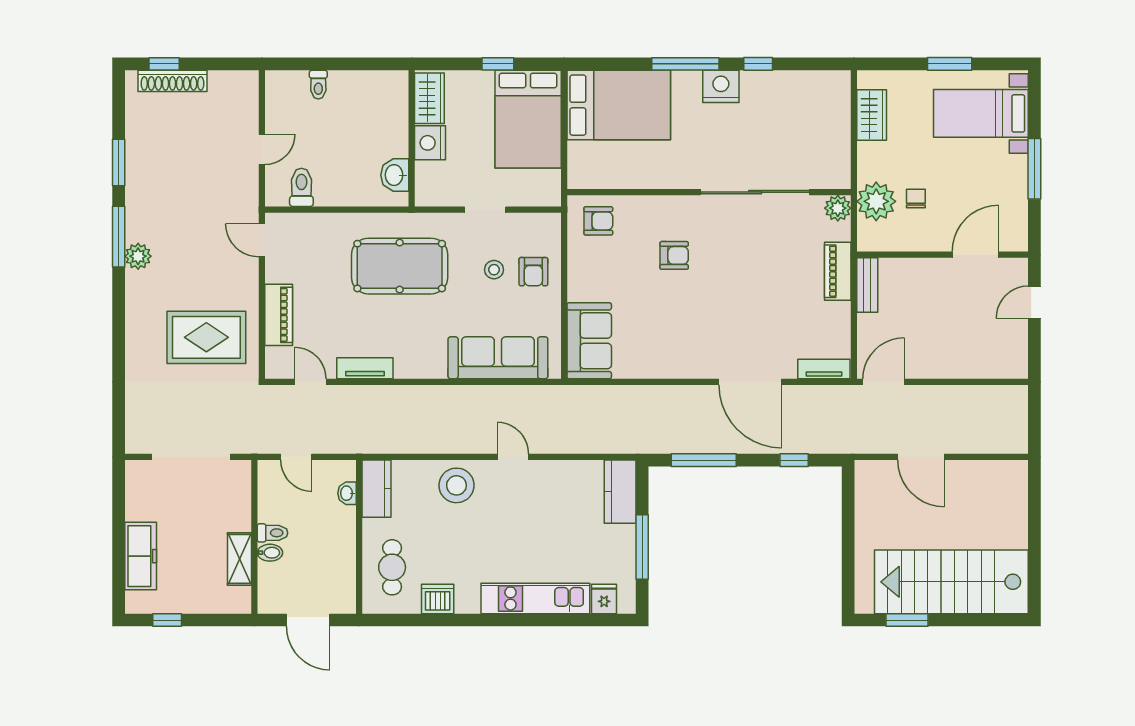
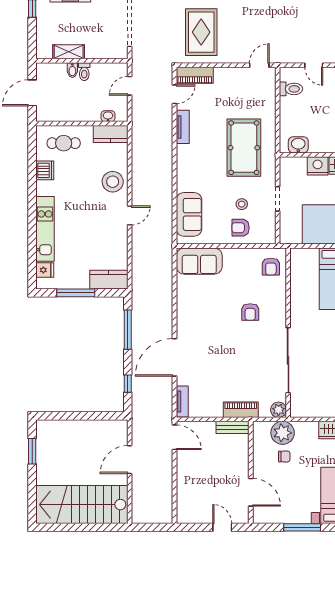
piano: (279, 315) -> (195, 75), moved
sofa: (498, 358) -> (189, 214), width x0.73
stairs: (951, 582) -> (82, 505), moved, turned -90

